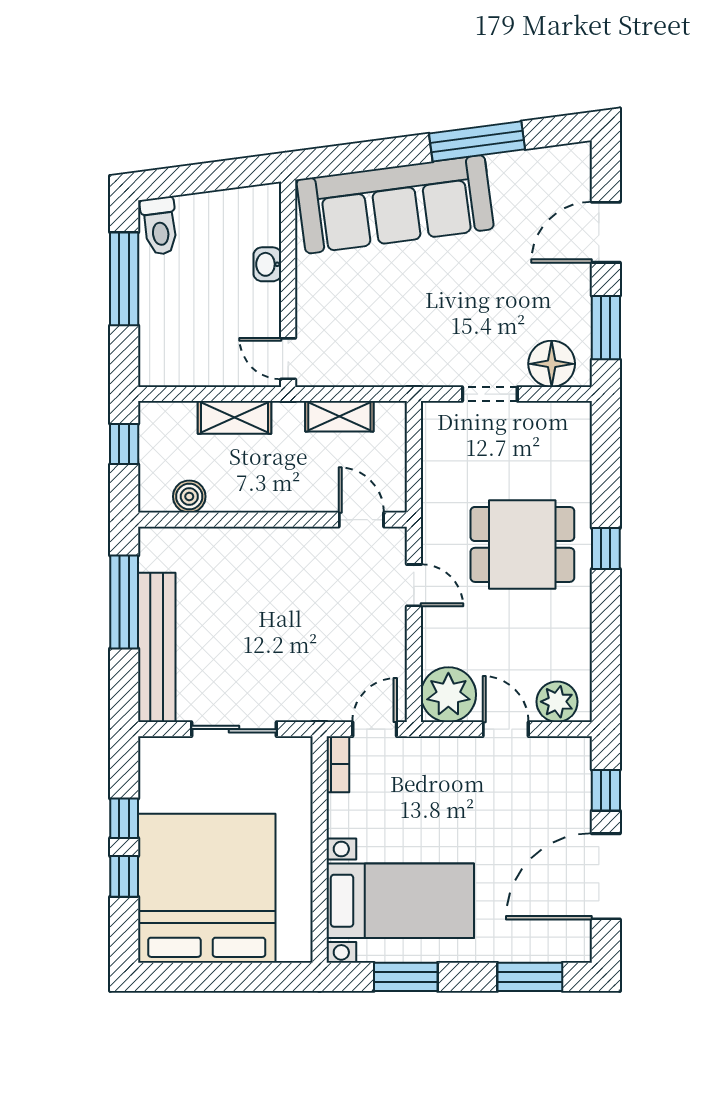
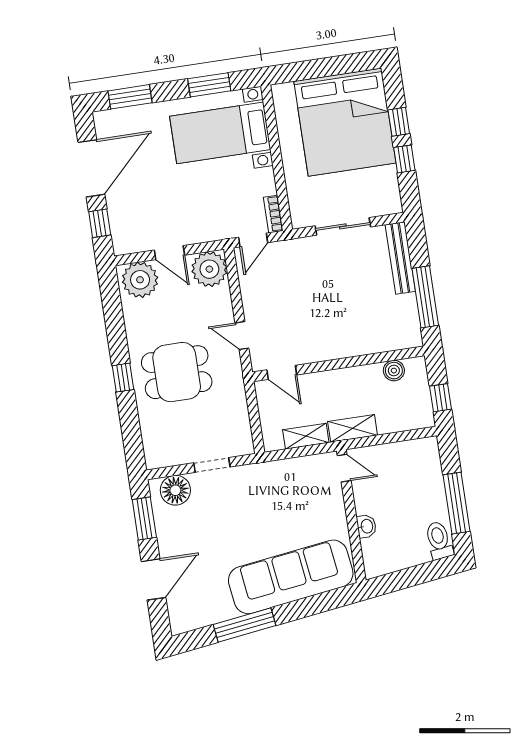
shelving: (235, 417) -> (353, 428), moved
bench: (157, 647) -> (400, 258), width x0.73, depth x0.82
plant: (557, 702) -> (140, 280), width x1.36, depth x1.36

